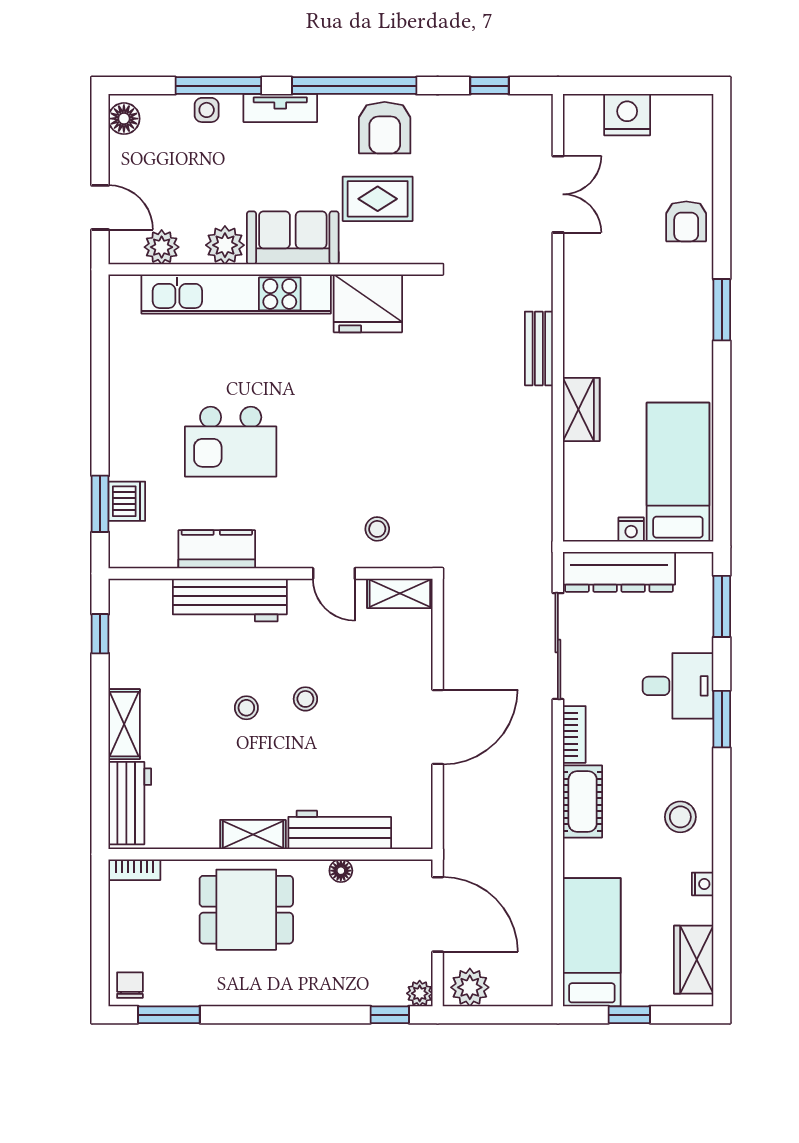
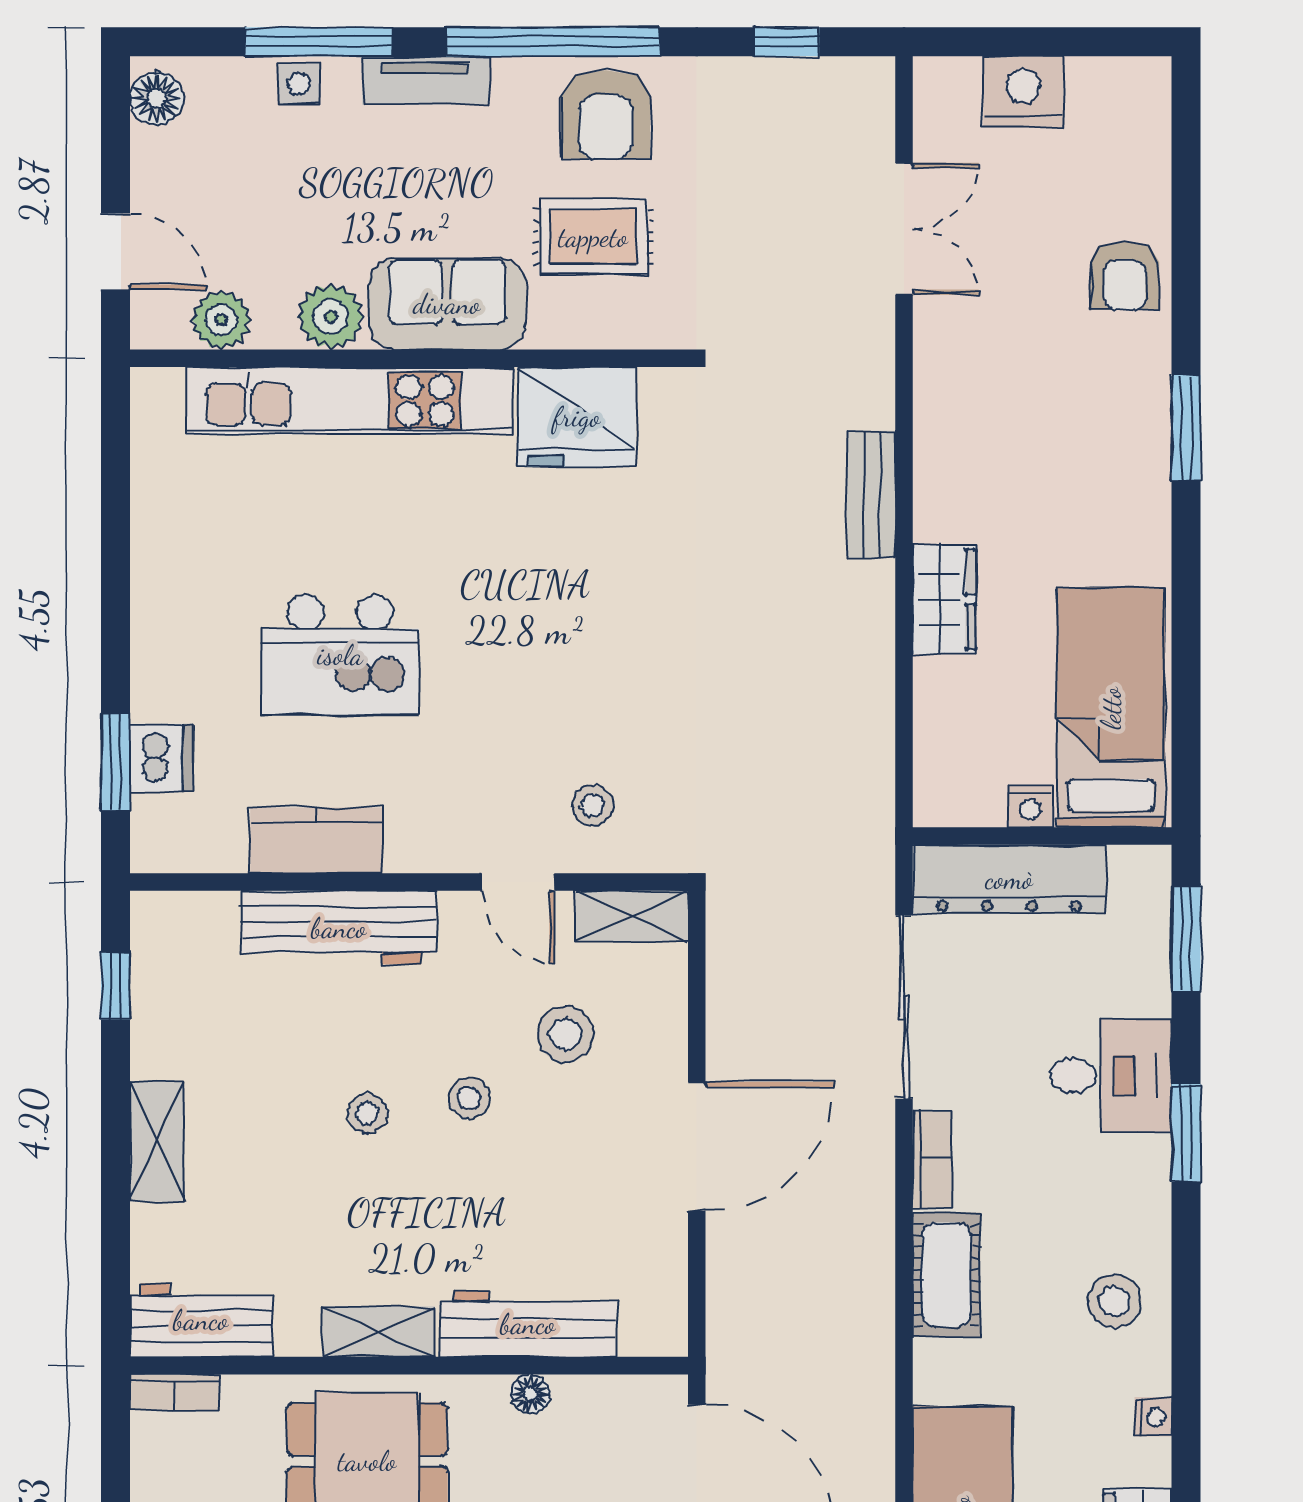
stool: (361, 662) -> (566, 1034), added
workbench: (130, 803) -> (201, 1320), moved, turned -90

